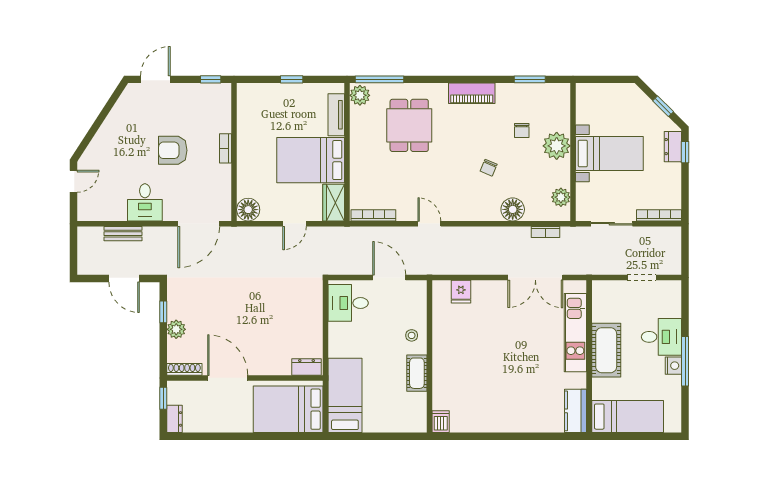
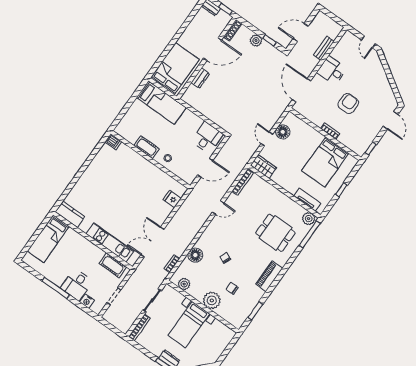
bed: (311, 160) -> (325, 162), moved, turned 180
floor lamp: (248, 210) -> (283, 132), moved
cot: (606, 350) -> (113, 265), moved, width x0.73, depth x0.75
nightstand: (673, 366) -> (87, 301), moved
dresser: (307, 367) -> (200, 78), moved

